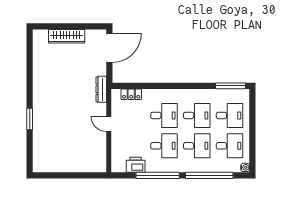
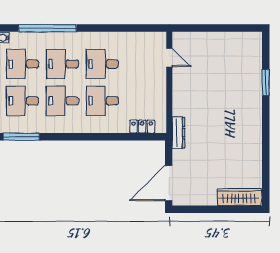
wardrobe: (67, 36) -> (239, 197), moved
window: (30, 119) -> (266, 82), moved
door: (109, 124) -> (169, 58), moved
printer: (136, 165) -> (137, 41), removed
window: (158, 175) -> (110, 28), removed

